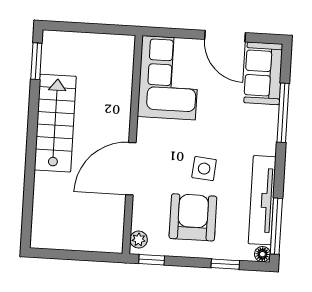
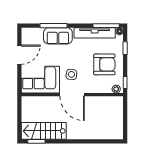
sofa: (263, 73) -> (58, 36), moved
stairs: (55, 123) -> (44, 131), moved
door: (131, 169) -> (72, 95), moved
side table: (204, 169) -> (71, 74), moved
armchair: (193, 217) -> (104, 64), turned 180

